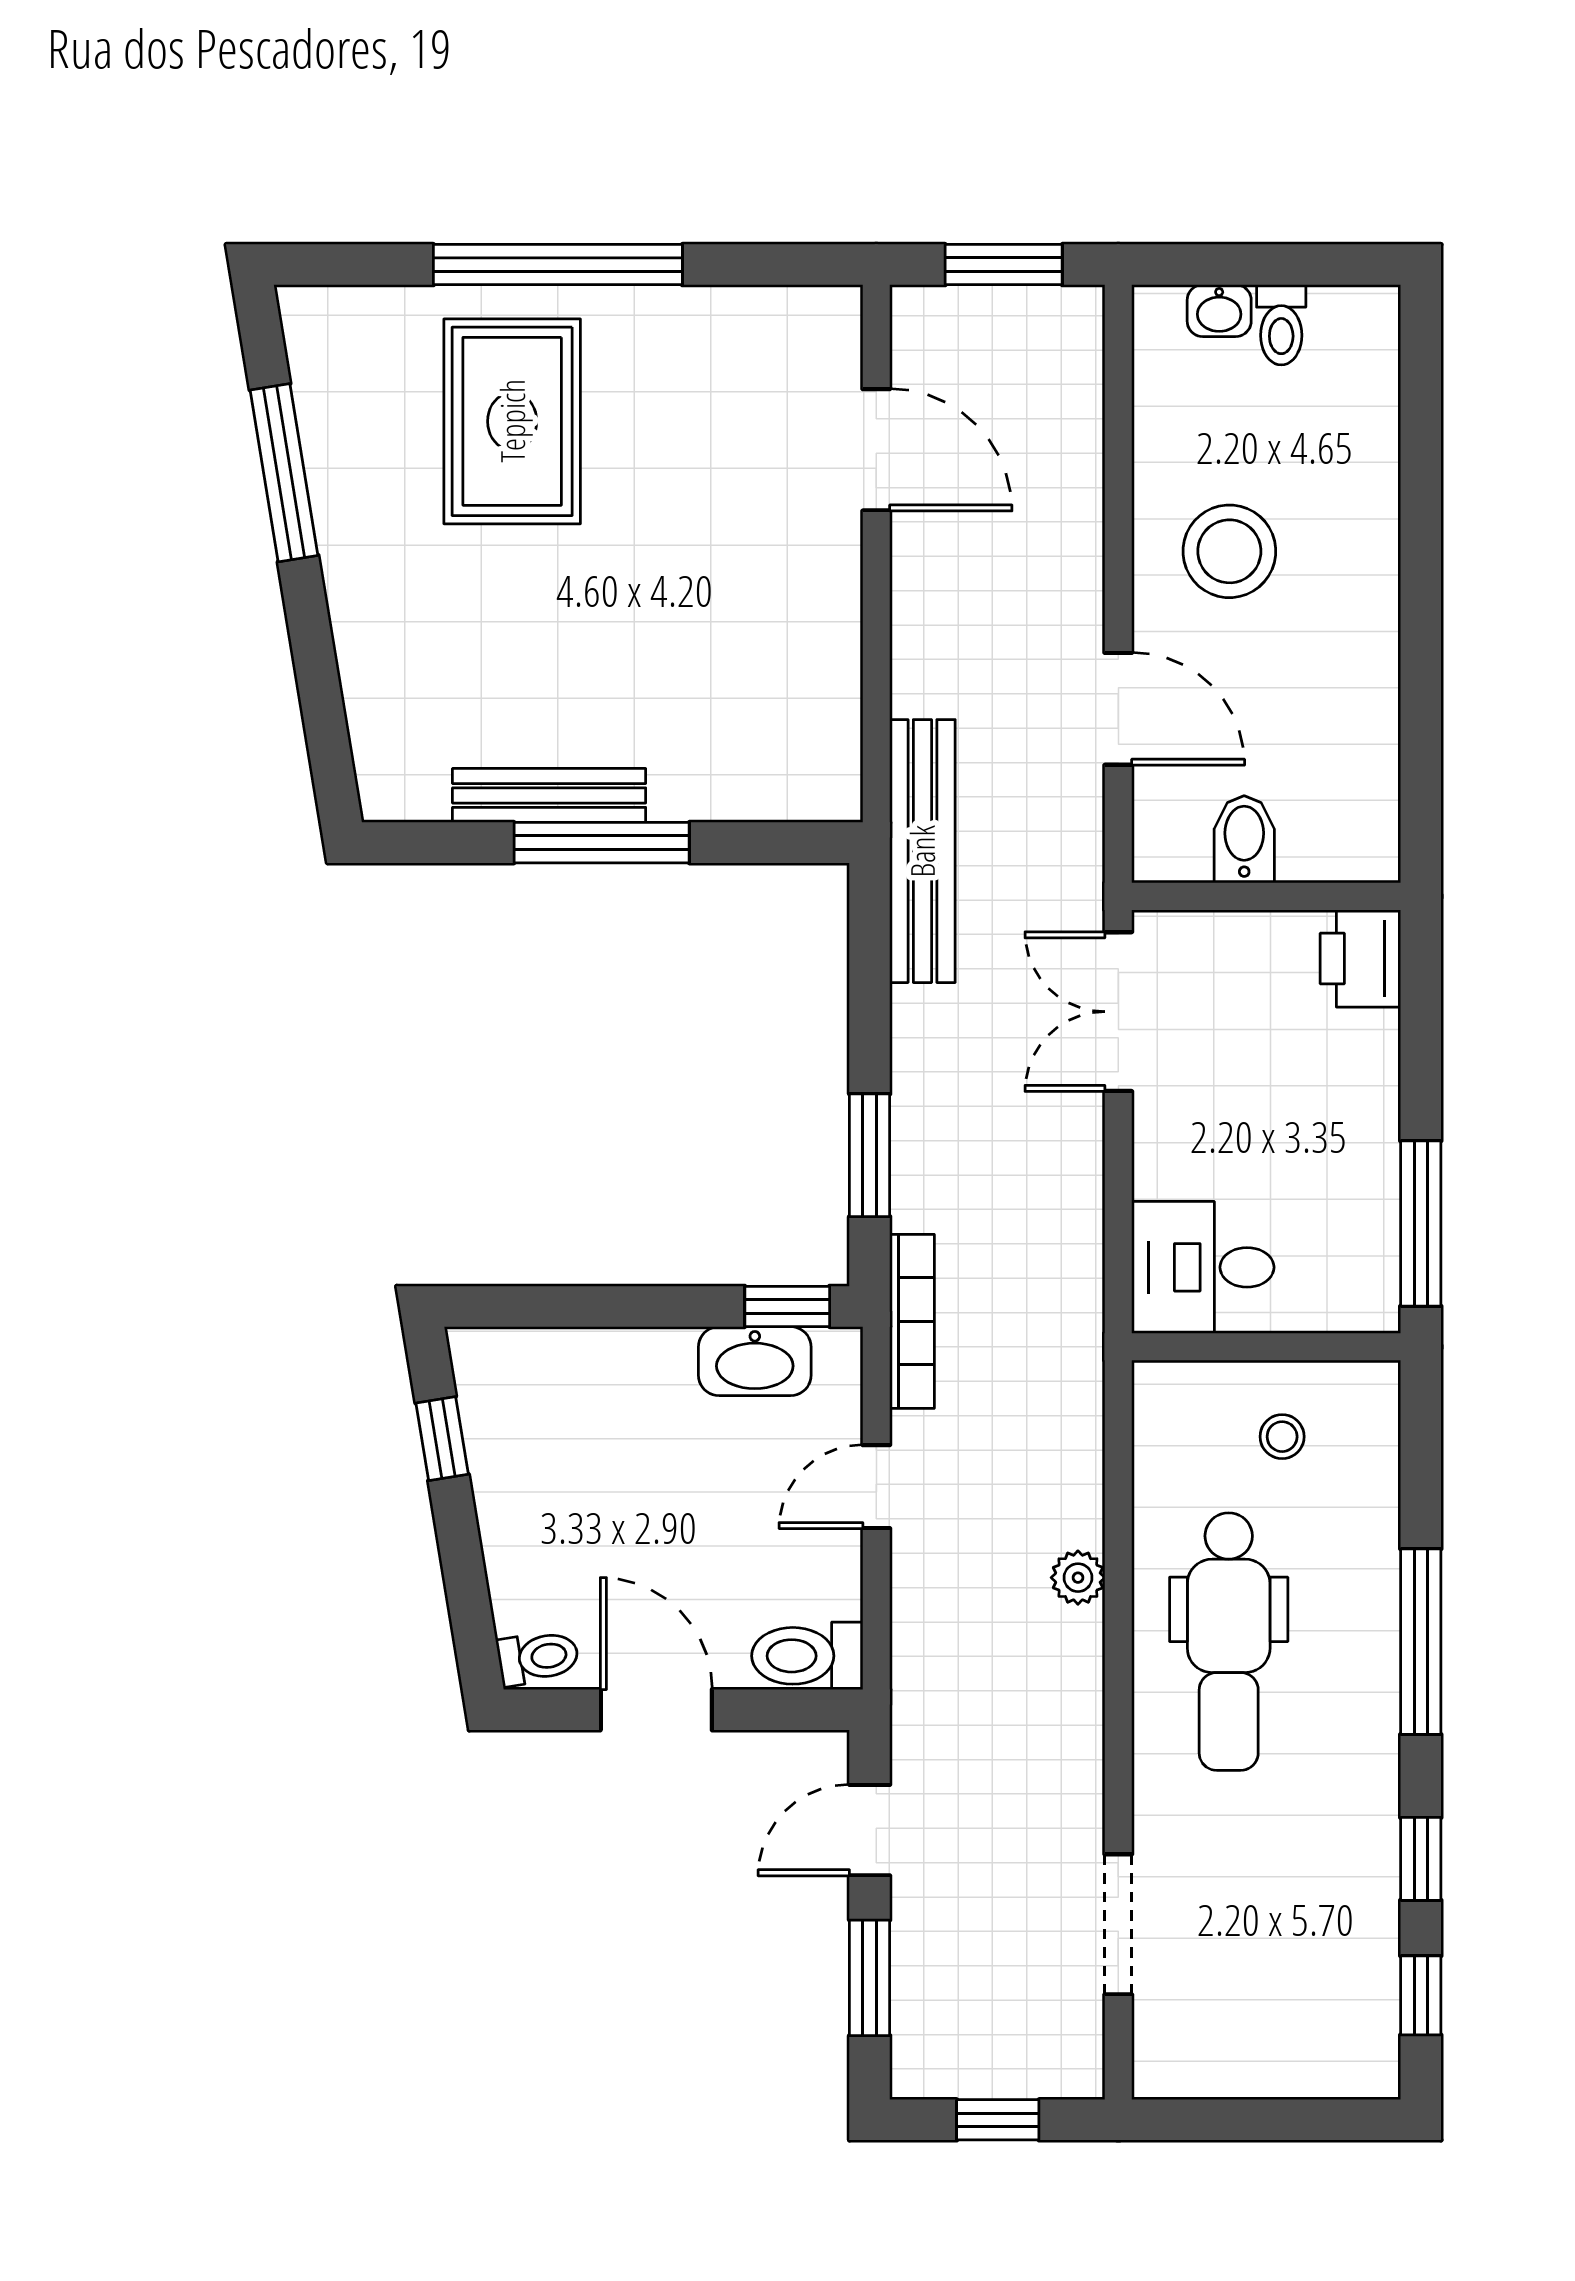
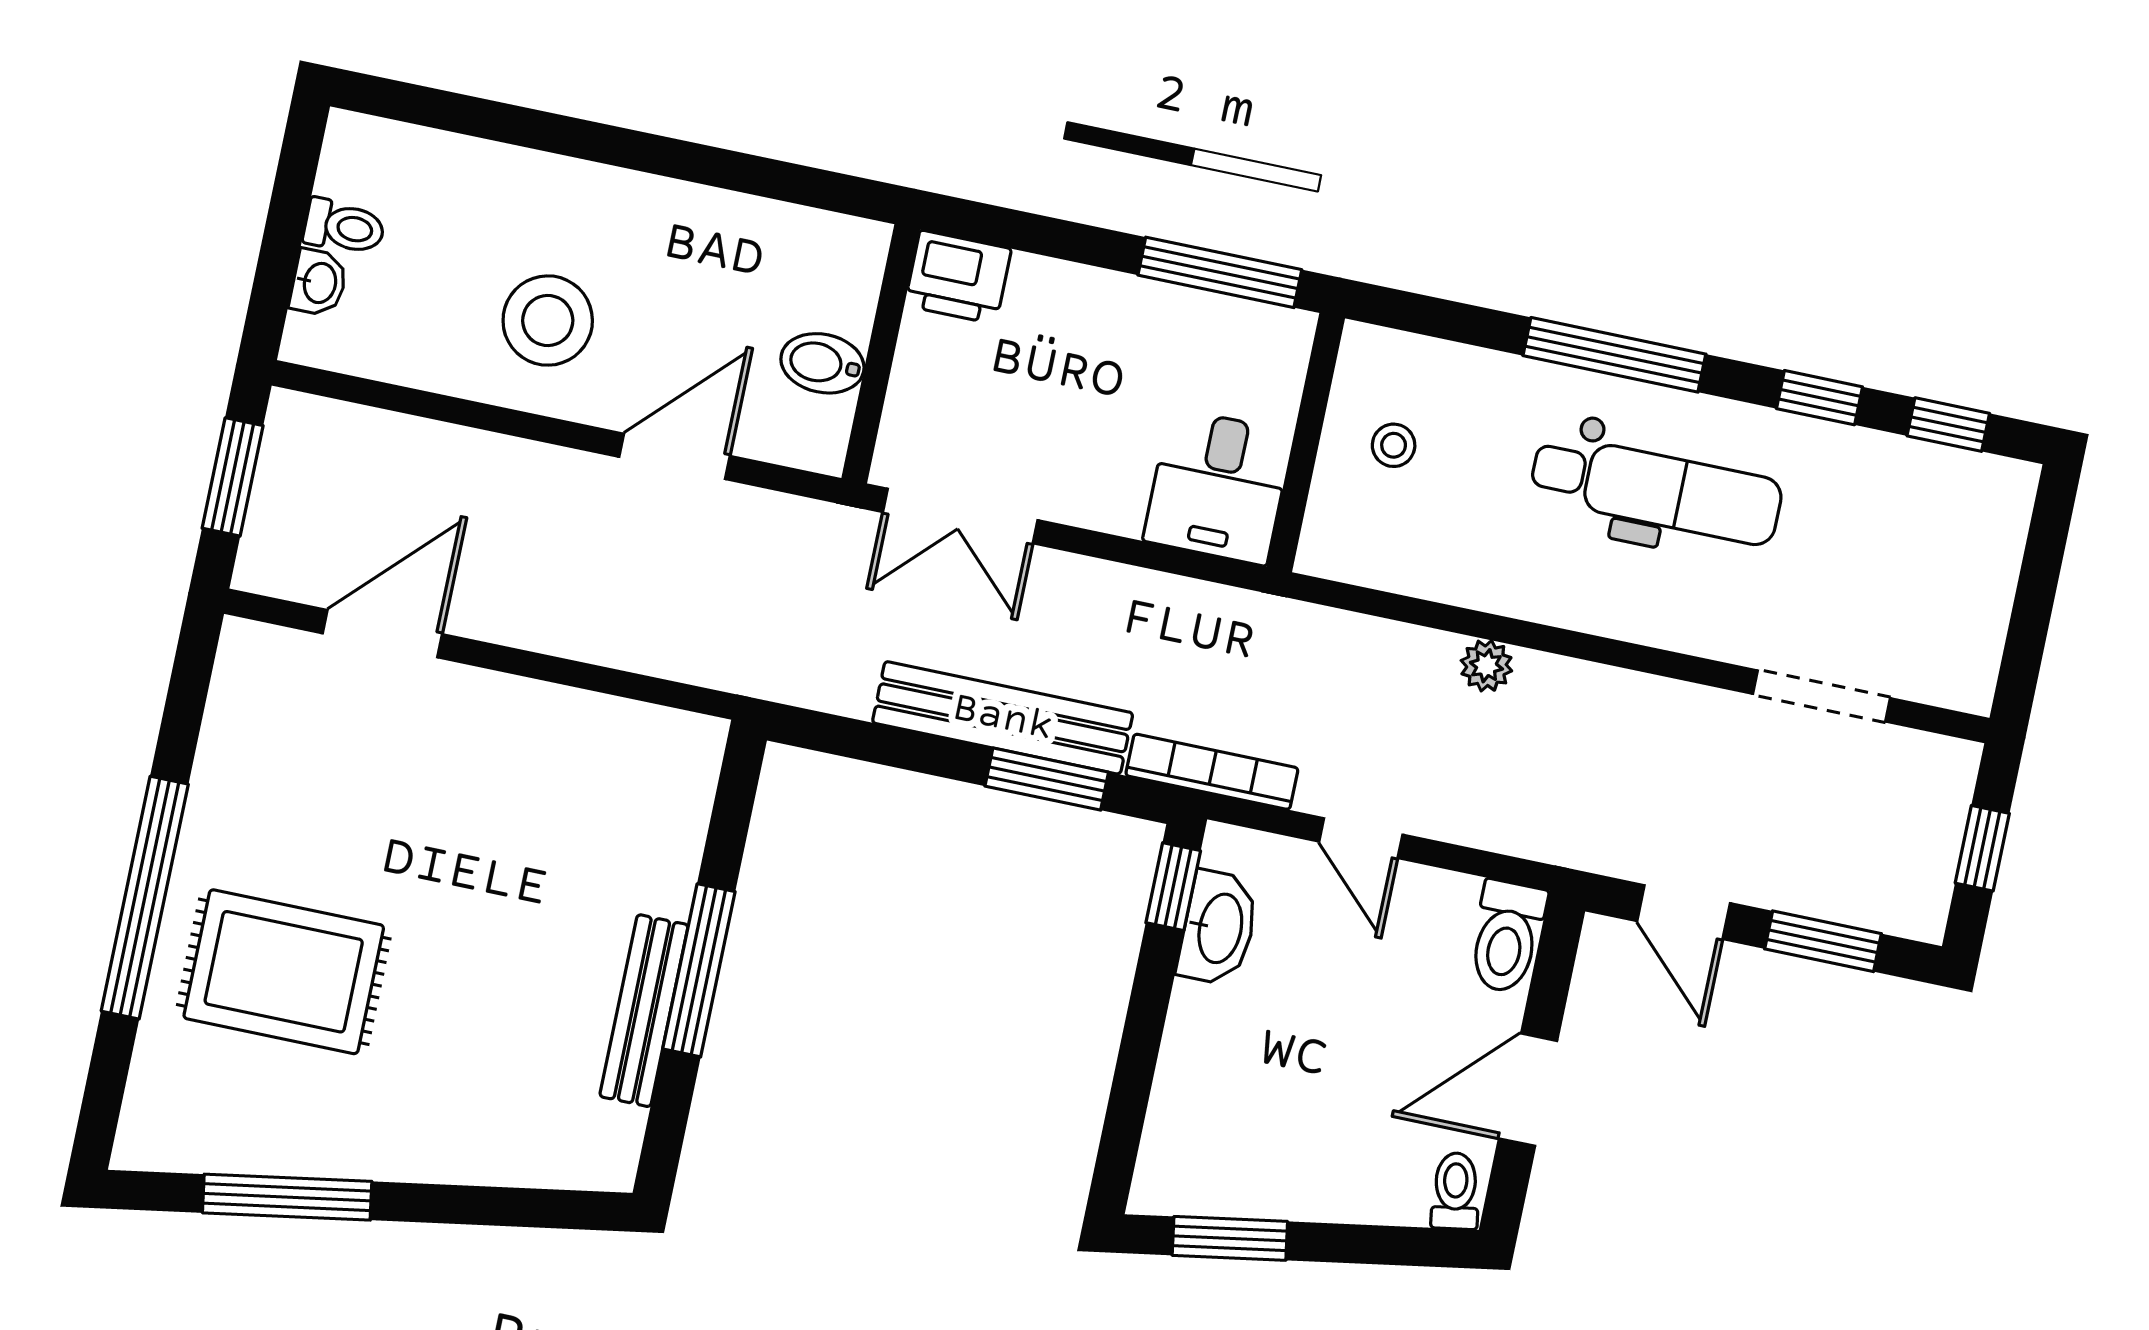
bench: (922, 851) -> (1003, 718), moved
window: (442, 1439) -> (1230, 1238), width x1.50
dental chair: (1229, 1642) -> (1656, 489), moved

